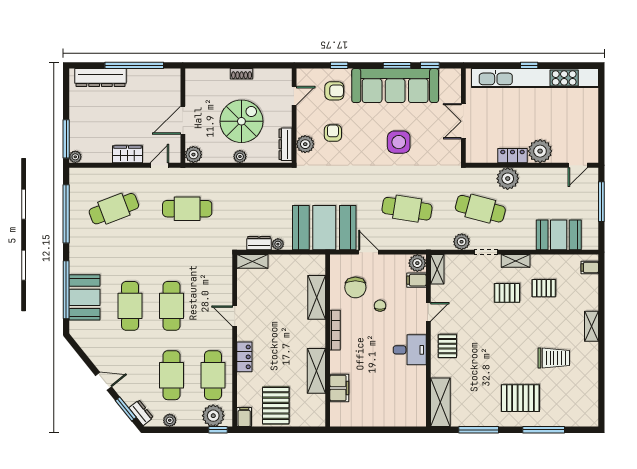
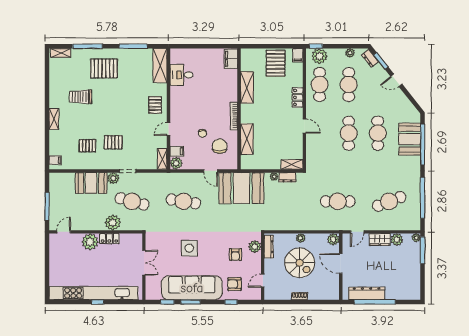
dresser: (100, 77) -> (367, 293), moved
door: (183, 120) -> (341, 264), swing flipped
spiral stairs: (241, 121) -> (300, 263), turned -90
plant: (103, 154) -> (397, 240), added
booth: (559, 235) -> (91, 183), moved
plant: (462, 242) -> (113, 178), moved
shelving: (516, 261) -> (61, 53), moved
desk: (410, 350) -> (182, 75), moved
filing cabinet: (339, 388) -> (231, 59), moved

